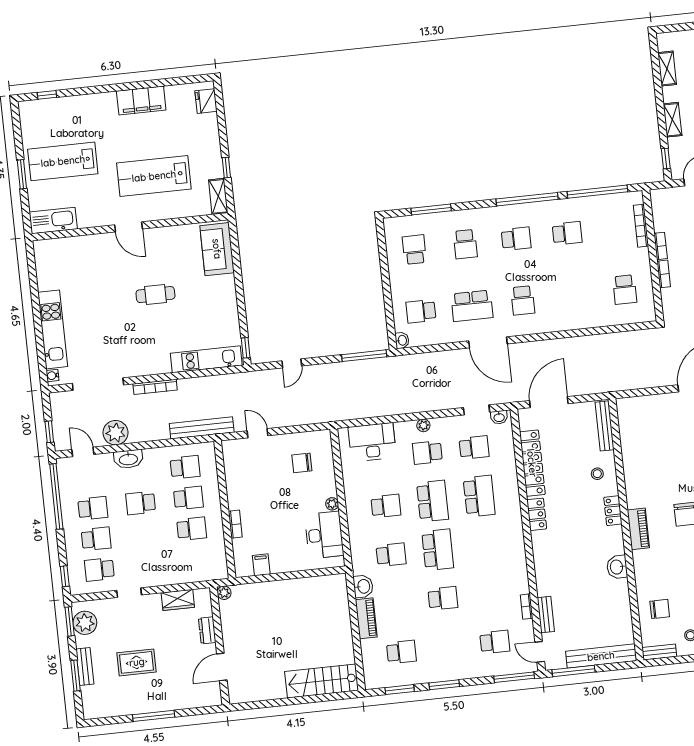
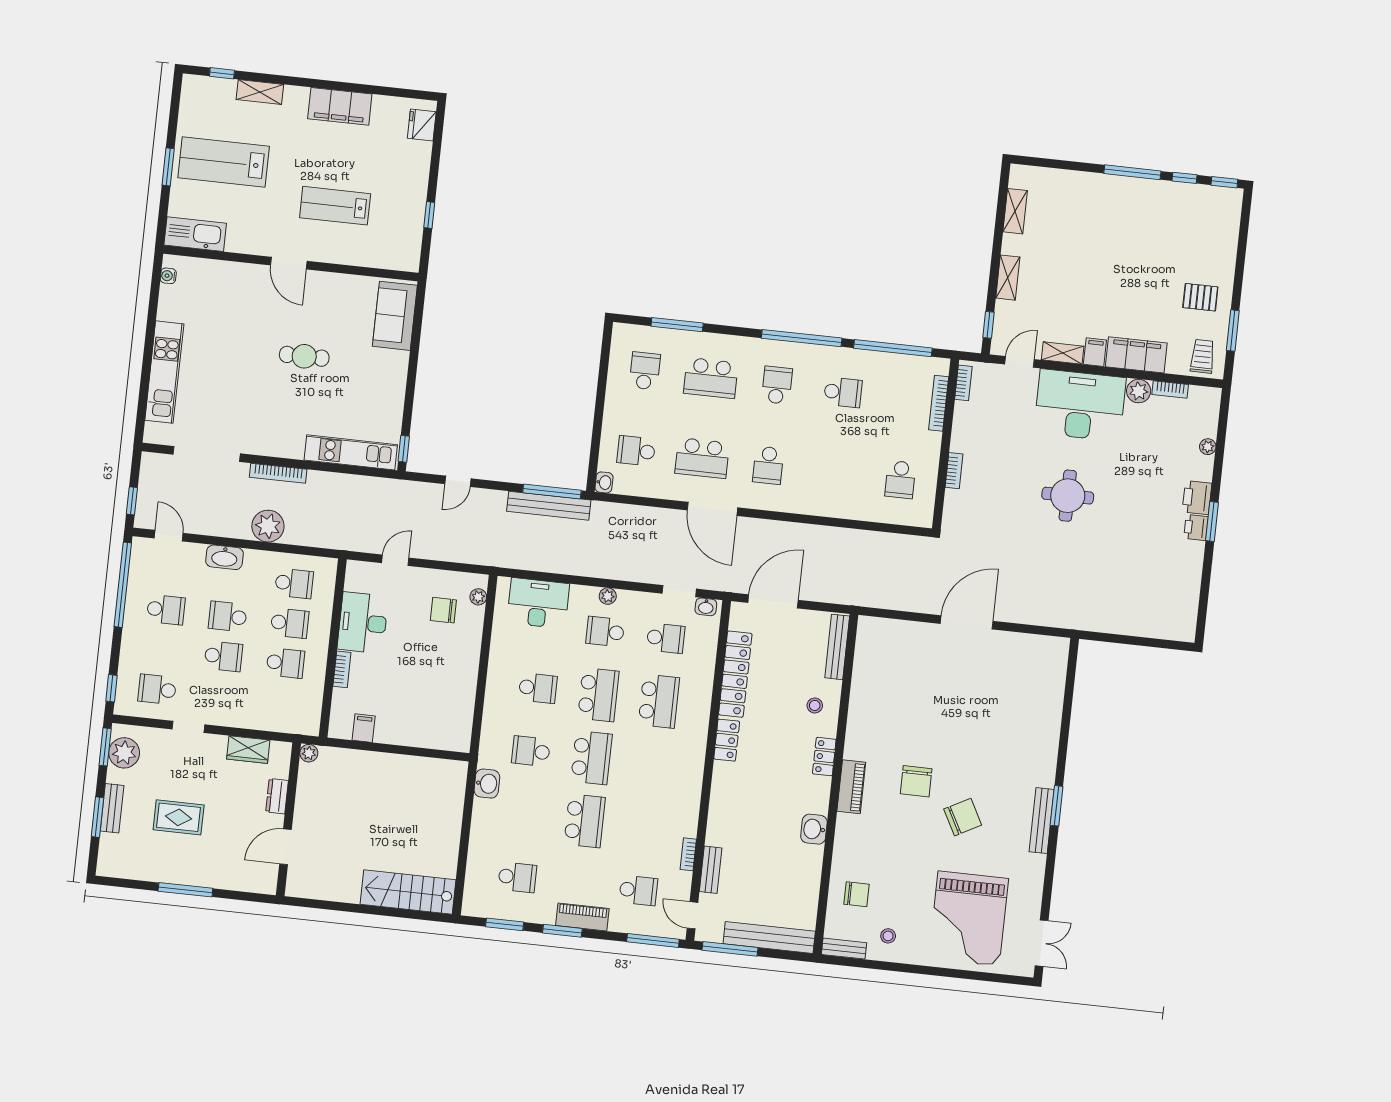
lab bench: (154, 176) -> (335, 206), width x0.73, depth x0.72
shelving: (218, 196) -> (260, 92), moved, turned 90
school desk: (516, 239) -> (777, 385), turned -90
school desk: (465, 244) -> (711, 378), width x1.85
bookcase: (661, 246) -> (963, 383), moved
water cooler: (53, 376) -> (168, 276), moved
bench: (202, 428) -> (549, 506), moved
plant: (115, 433) -> (268, 526), moved
door: (258, 433) -> (395, 560), hinge flipped
plant: (332, 504) -> (478, 597), moved
desk: (324, 535) -> (363, 623), moved, turned 180
school desk: (96, 539) -> (223, 656), moved
school desk: (391, 555) -> (531, 751), turned 180
school desk: (443, 598) -> (585, 821), width x1.85
piano: (366, 618) -> (582, 917), moved, turned -90

